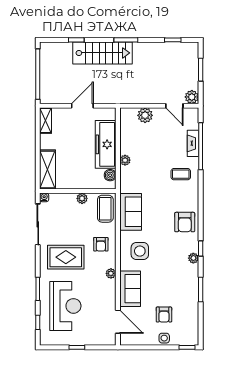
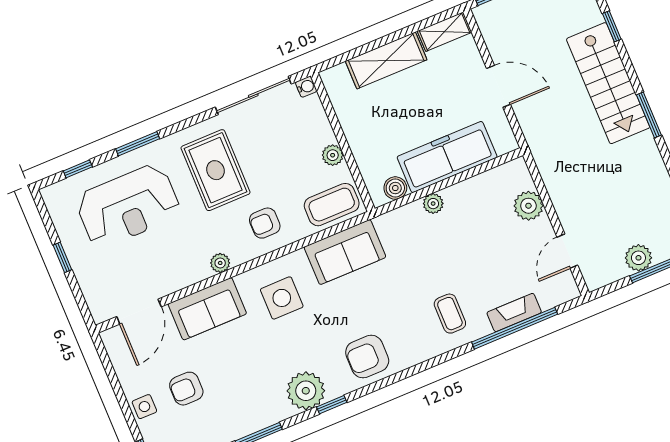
plant: (192, 97) -> (638, 258), moved
shelving: (48, 169) -> (386, 60), moved
plant: (193, 258) -> (306, 391), width x1.87, depth x1.87

